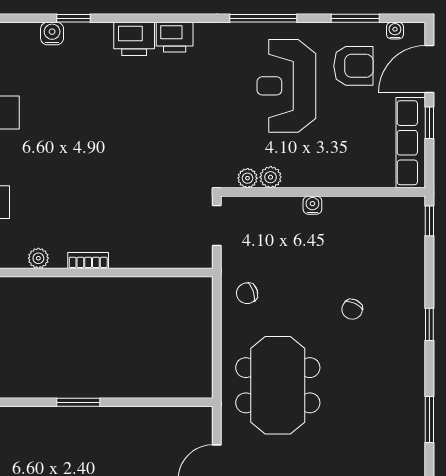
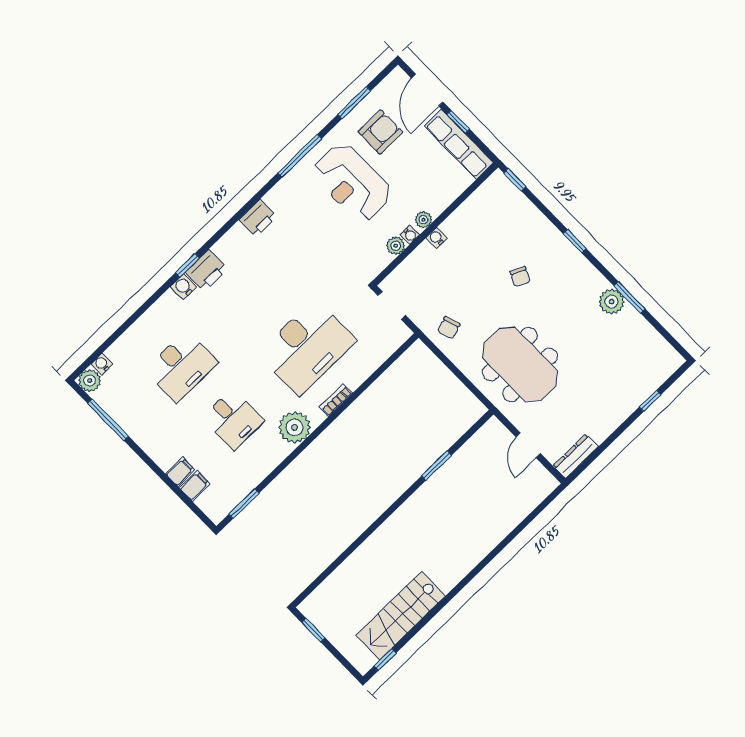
water cooler: (395, 31) -> (410, 235), moved, turned 180
printer: (134, 39) -> (207, 270), moved
plant: (248, 178) -> (423, 220), moved
desk: (108, 190) -> (307, 347), added
plant: (38, 258) -> (295, 427), width x1.88, depth x1.88
window: (78, 402) -> (436, 466), moved
plant: (410, 408) -> (612, 302), added

